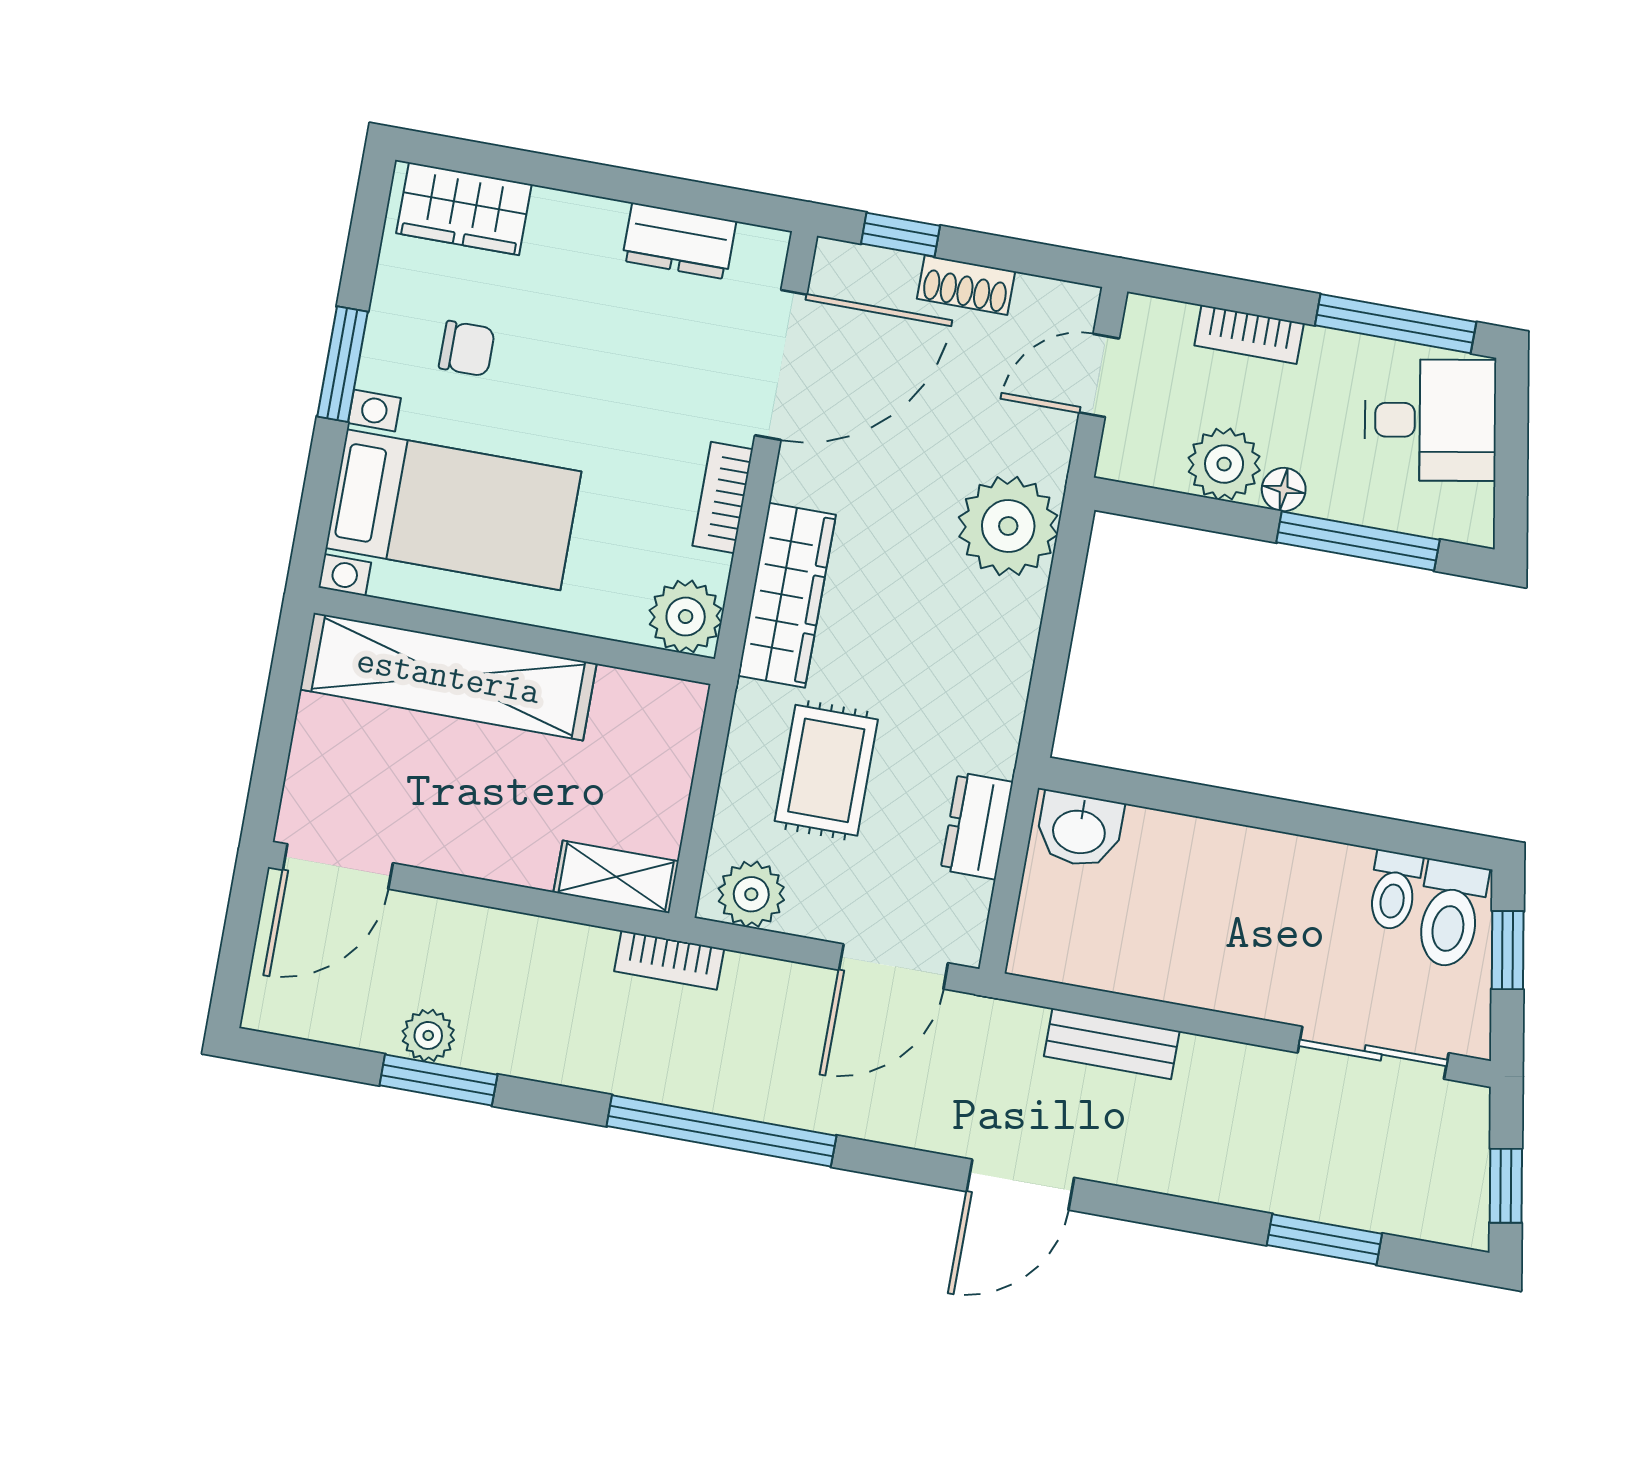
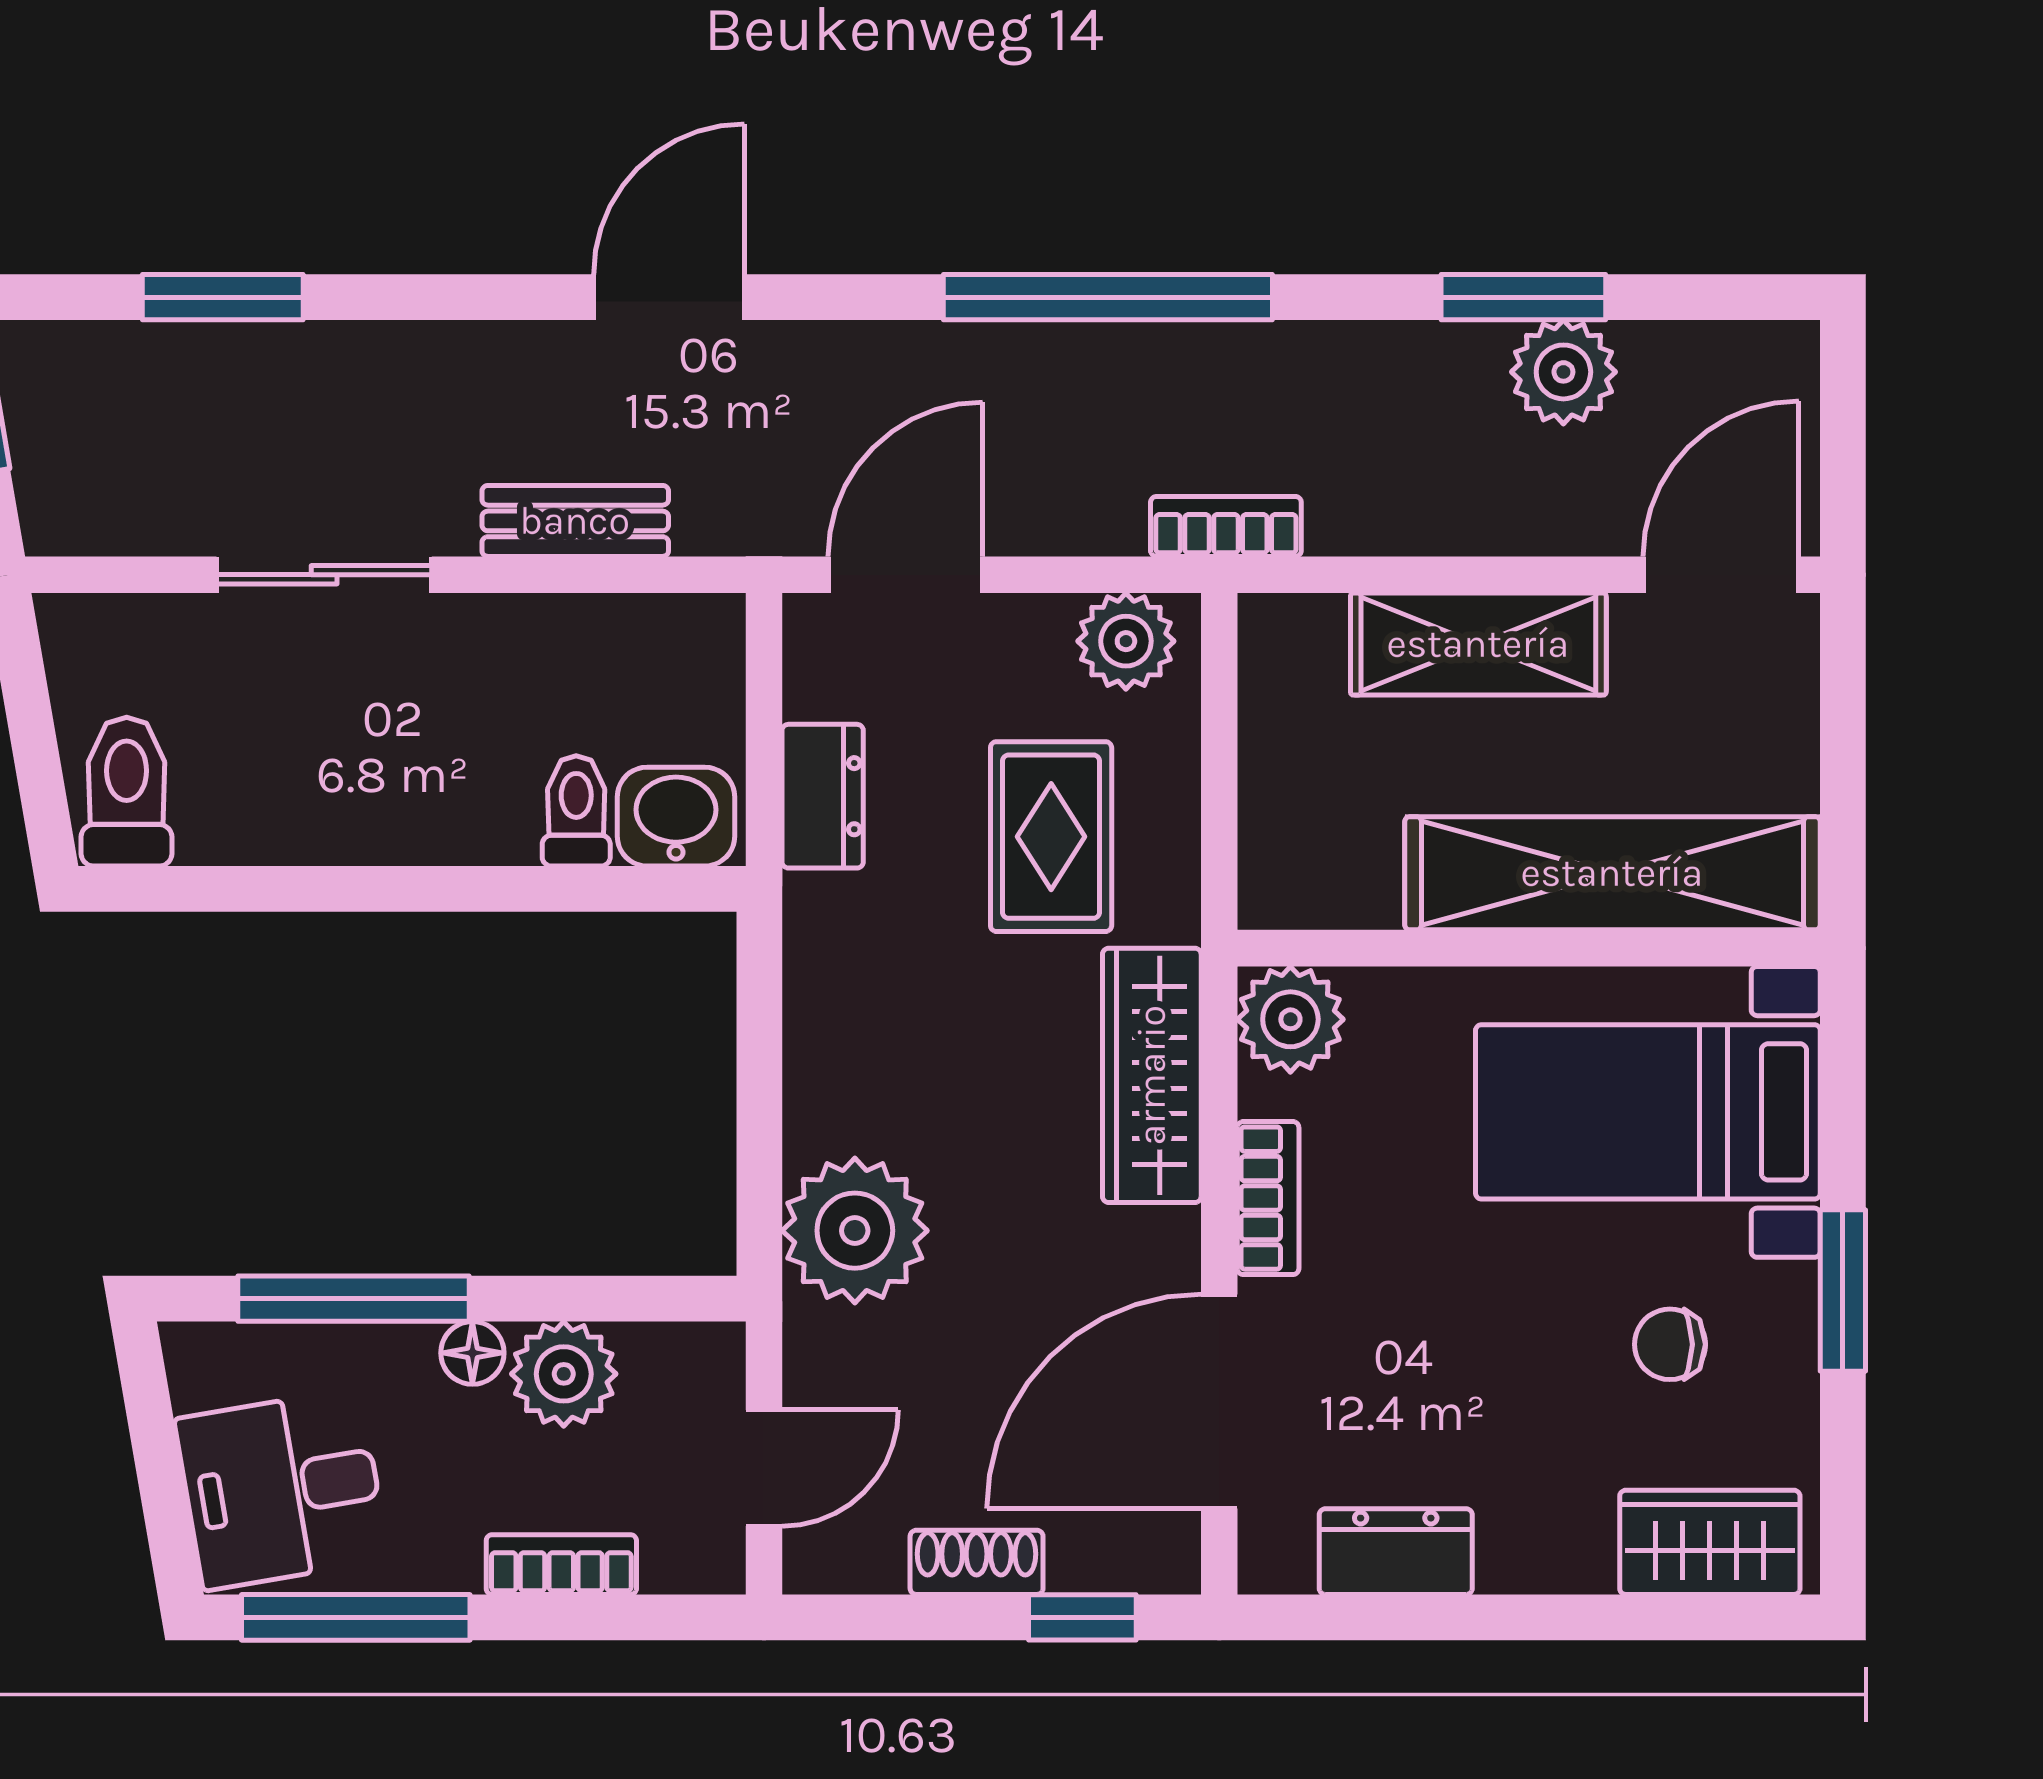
shelving: (616, 877) -> (1478, 644), moved, width x1.50, depth x1.33
toilet: (1394, 891) -> (576, 811), moved
window: (1508, 950) -> (36, 755), removed
plant: (428, 1035) -> (1563, 372), width x1.38, depth x1.38
sliding door: (1373, 1053) -> (324, 575), moved

